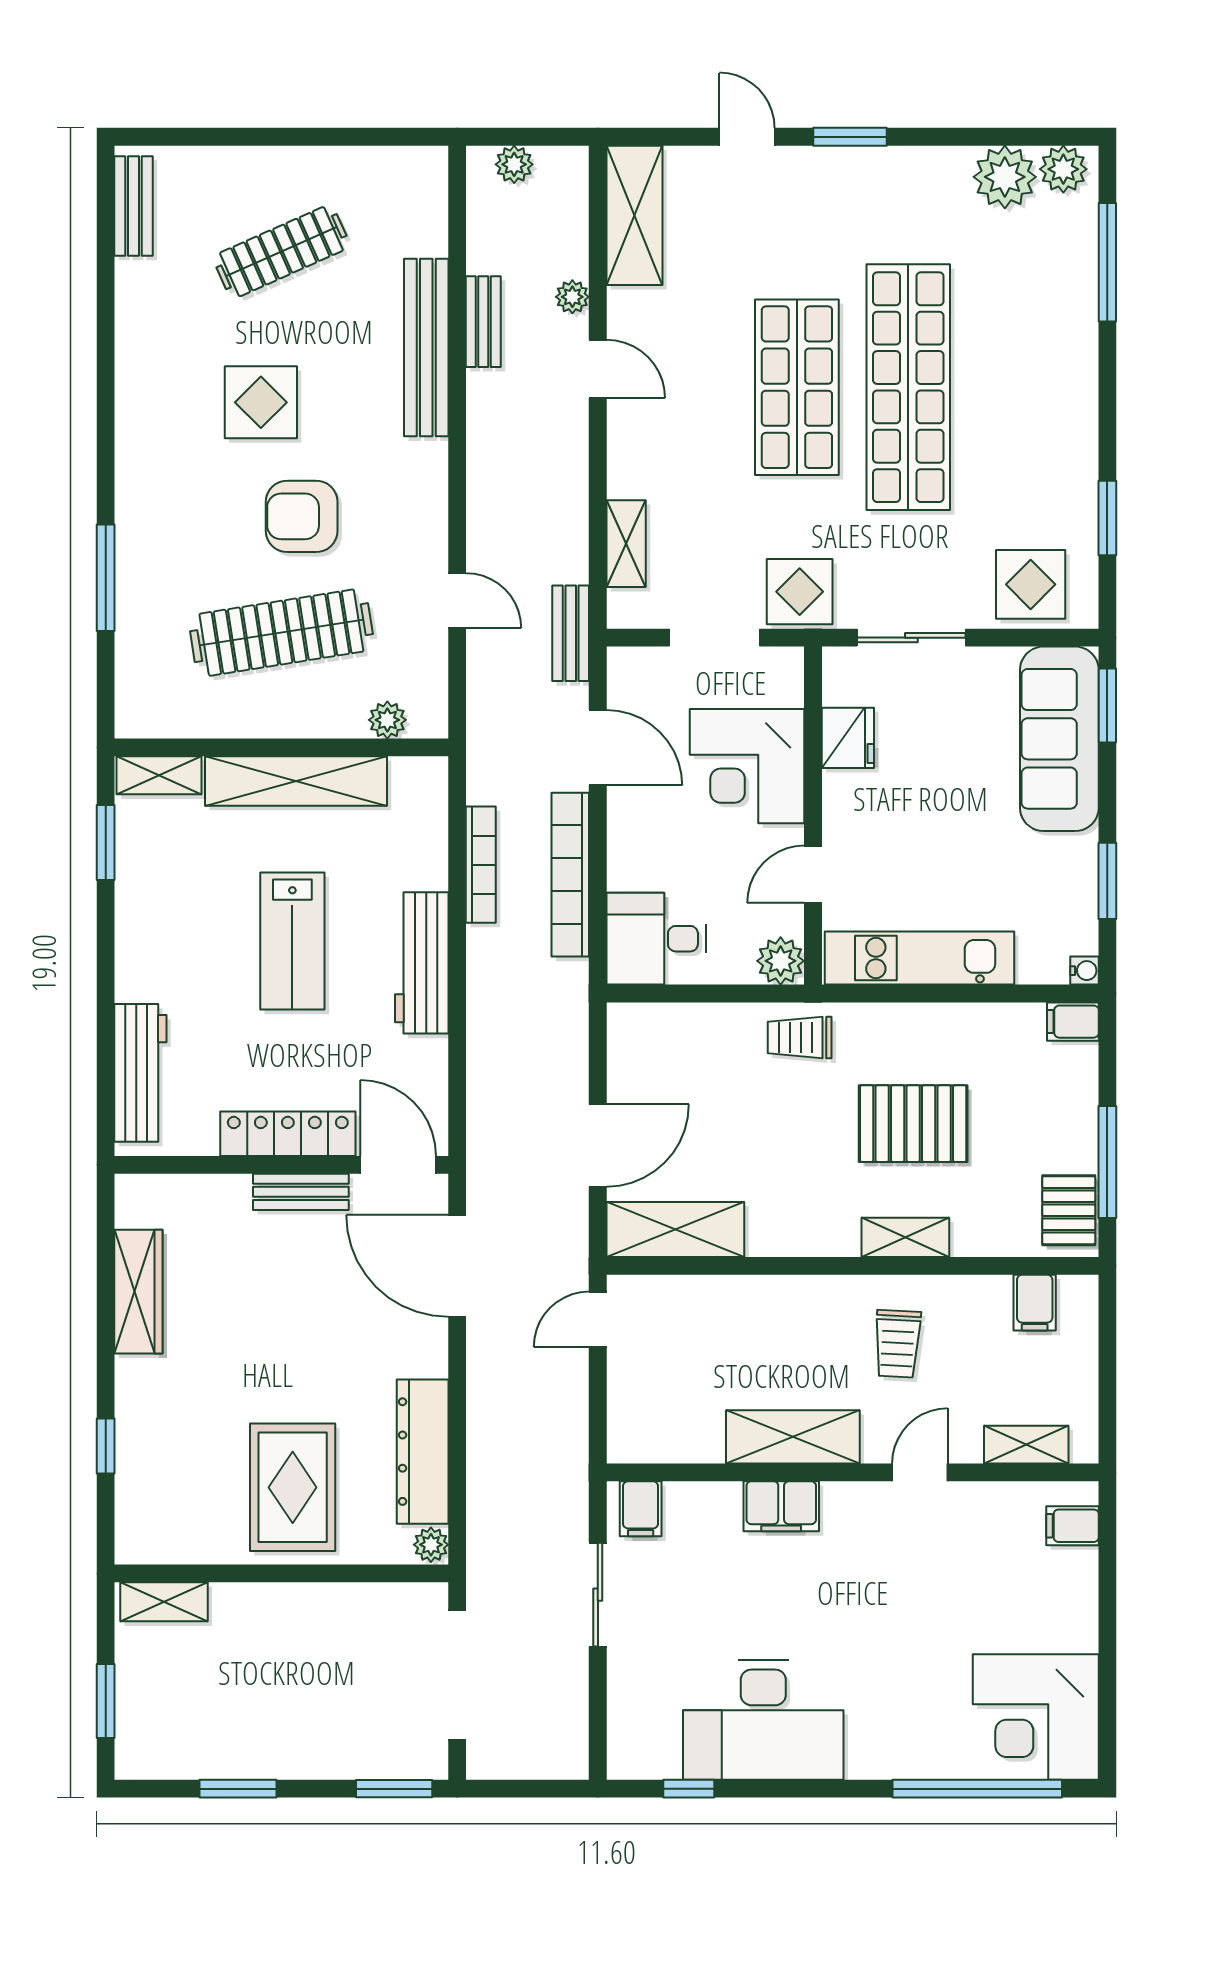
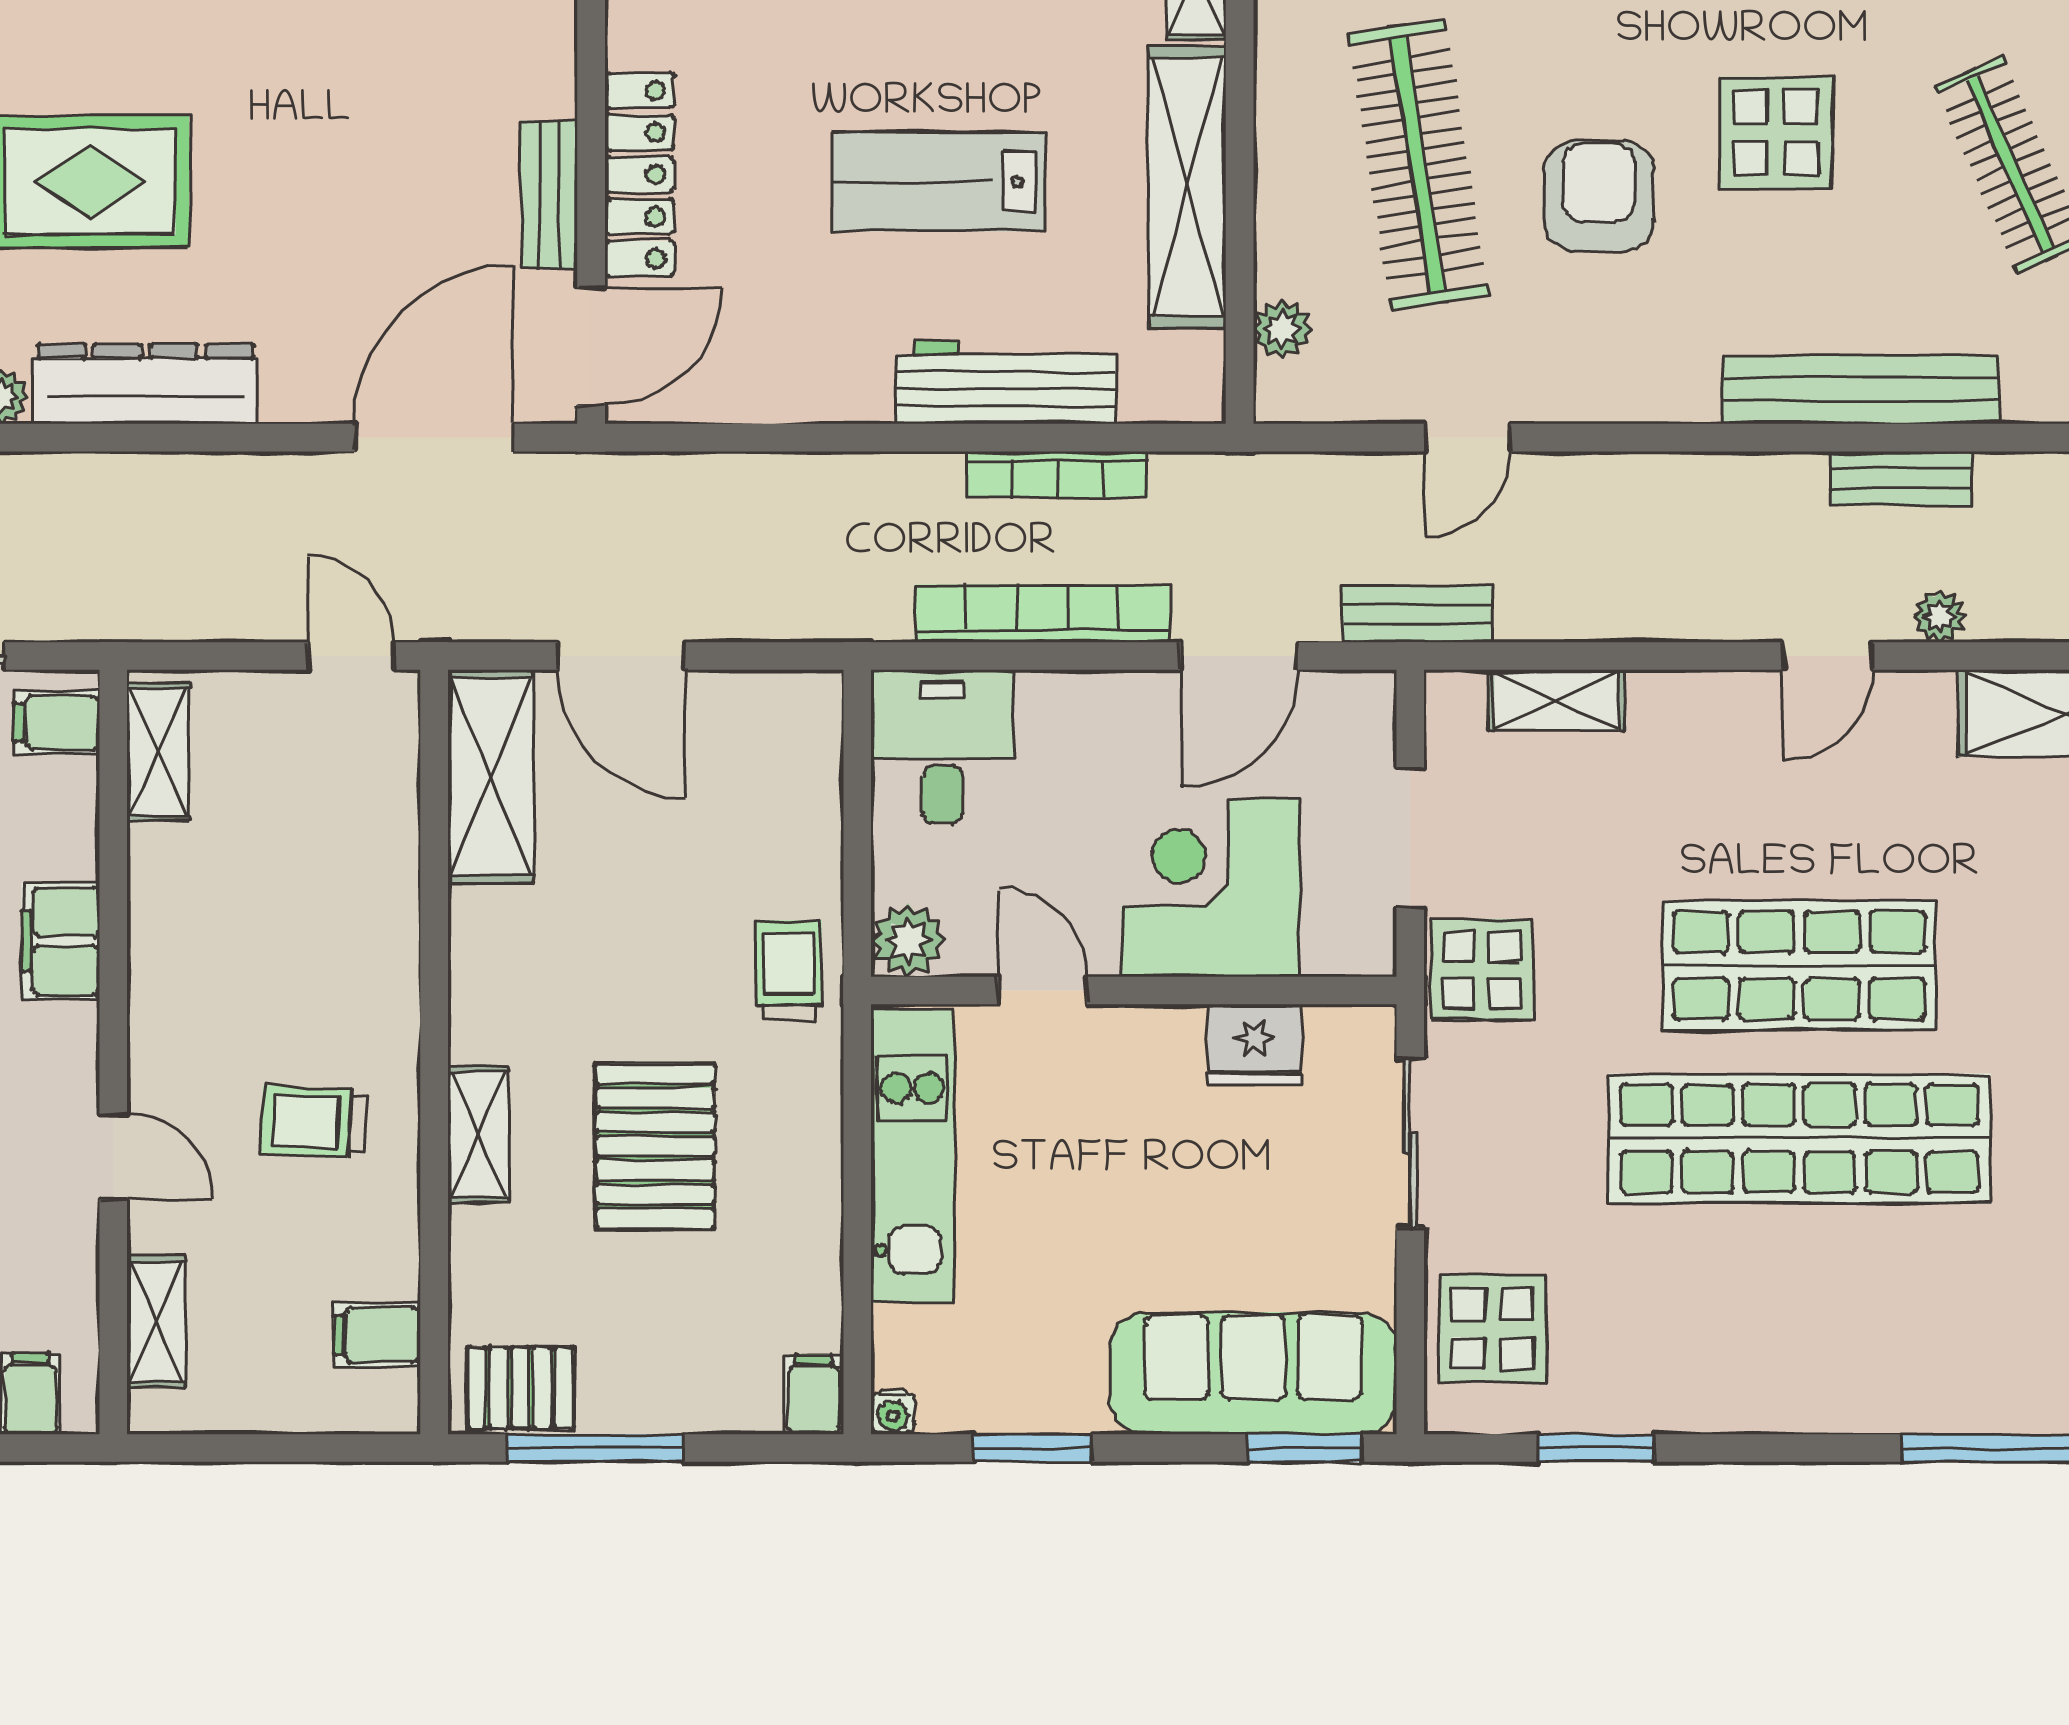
workbench: (422, 963) -> (1006, 383), moved
shelving: (793, 1437) -> (158, 752), moved, width x0.67, depth x0.75

